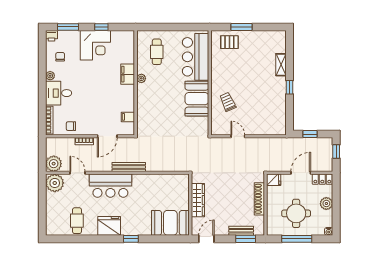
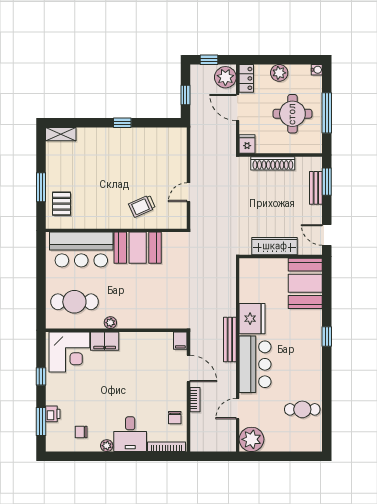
printer: (52, 36) -> (53, 414), moved
corner desk: (95, 45) -> (69, 352), moved, turned 90
cafe table: (157, 52) -> (74, 302), width x1.37, depth x1.35
shelving: (281, 65) -> (61, 134), moved
filing cabinet: (128, 117) -> (180, 341), moved
plant: (54, 164) -> (225, 77), moved
fridge: (109, 226) -> (252, 319), moved, turned 180

